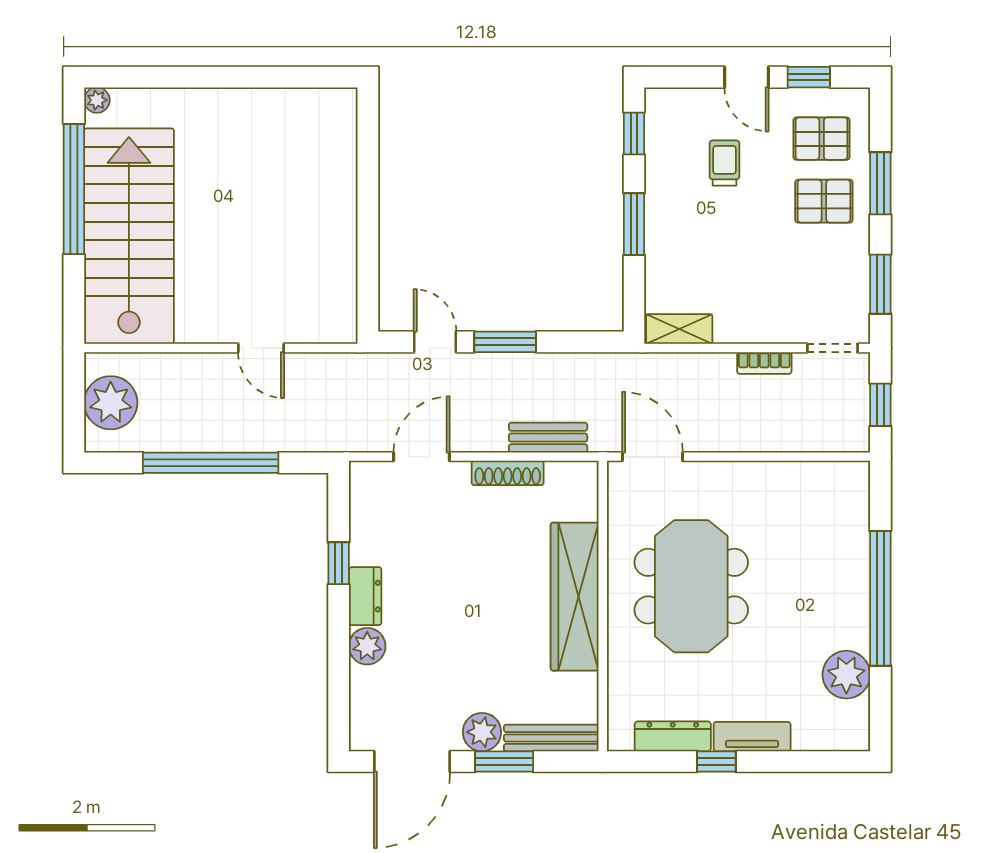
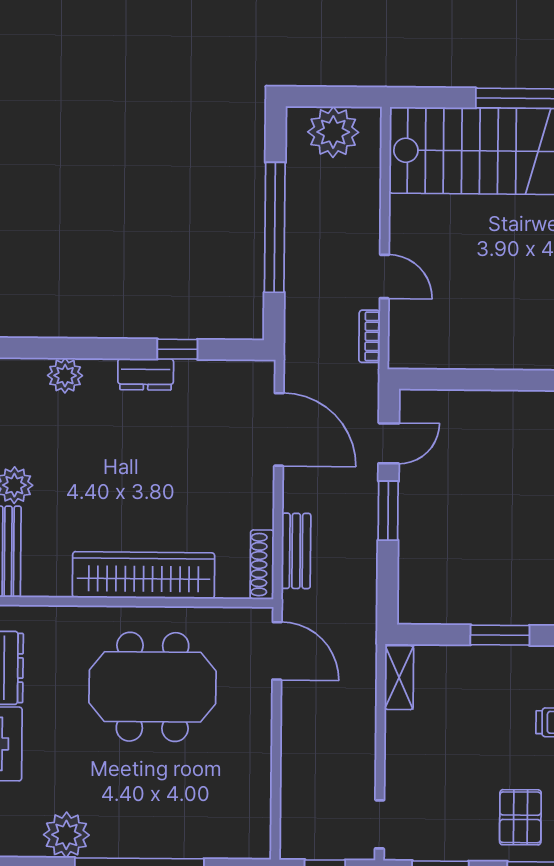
door: (261, 348) -> (384, 277), swing flipped
bookcase: (764, 363) -> (369, 336), moved
door: (421, 457) -> (279, 429), width x1.36
door: (652, 457) -> (277, 651), hinge flipped
shoe rack: (508, 473) -> (262, 565), moved
plant: (367, 646) -> (65, 376), moved

